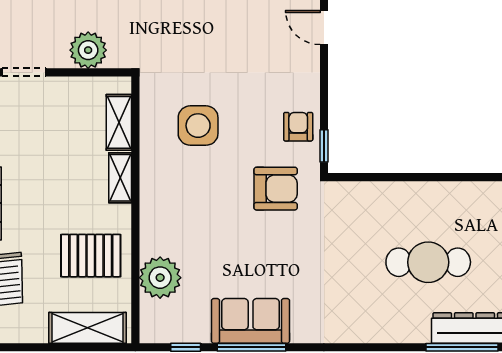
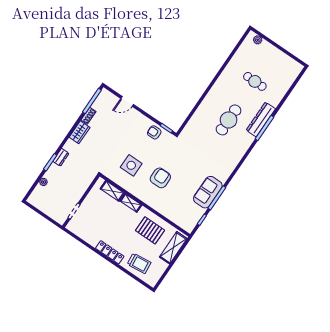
plant: (88, 50) -> (81, 185), removed
armchair: (276, 189) -> (160, 178), moved
pallet: (91, 256) -> (150, 230), turned 90
plant: (160, 278) -> (173, 212), removed

